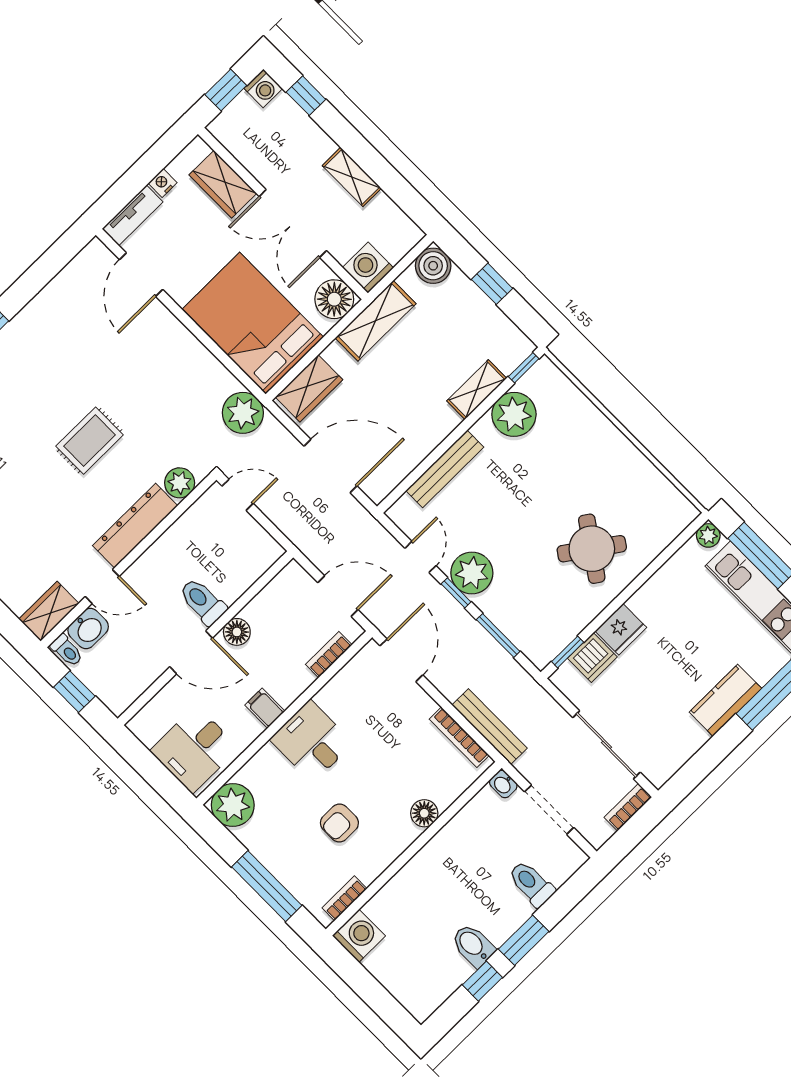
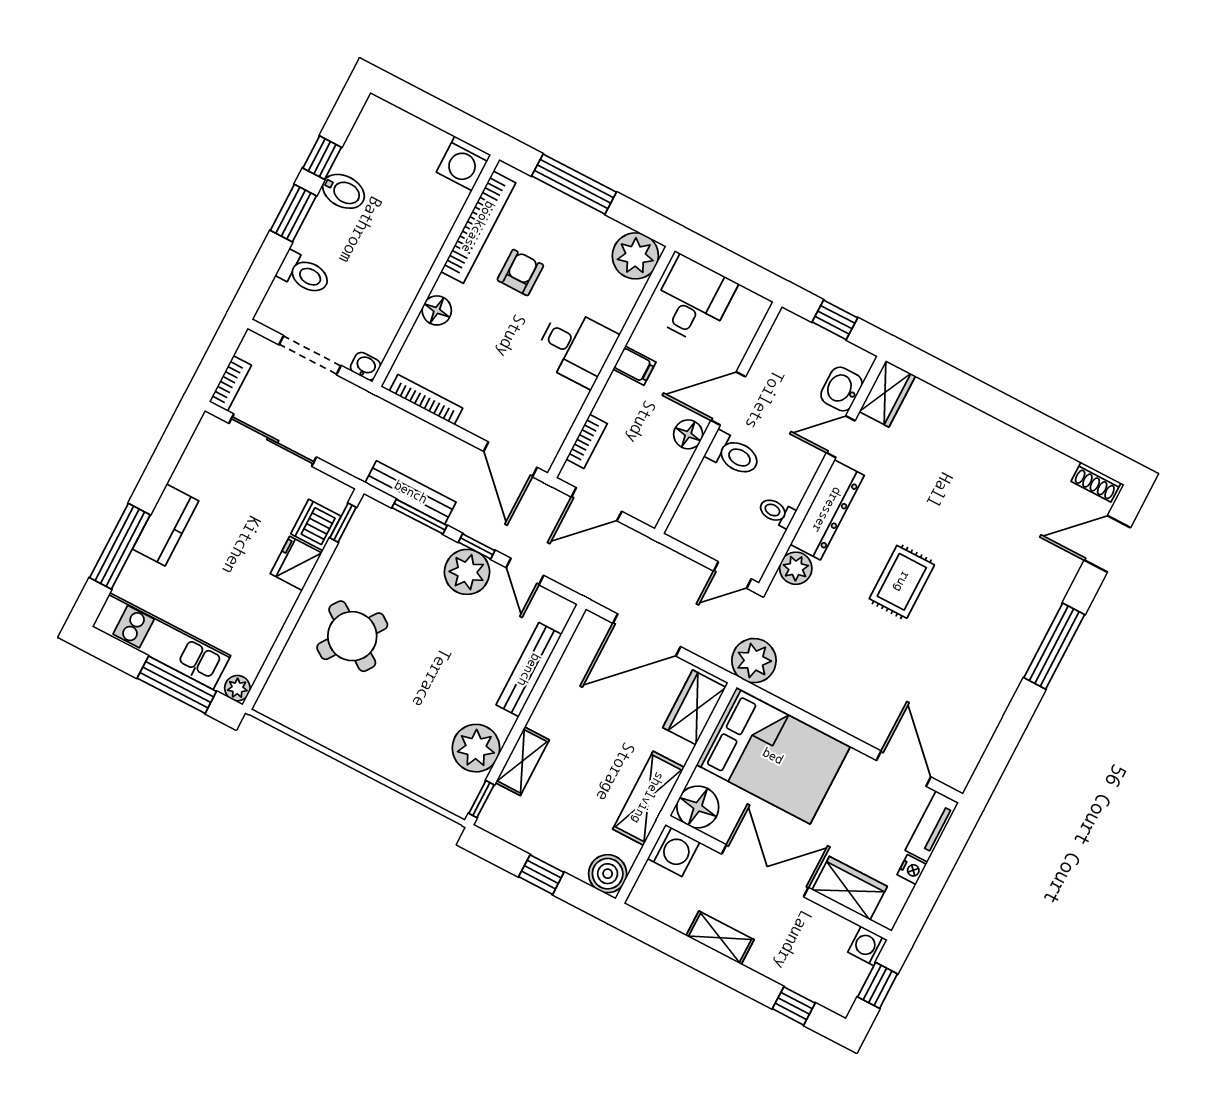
washing machine: (263, 88) -> (867, 946), moved
toilet: (67, 650) -> (777, 512), moved
bench: (489, 727) -> (411, 492), moved
bookcase: (345, 898) -> (478, 227), width x2.31, depth x1.31

